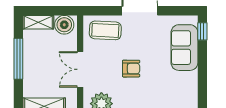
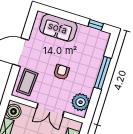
window: (202, 31) -> (96, 25), moved

